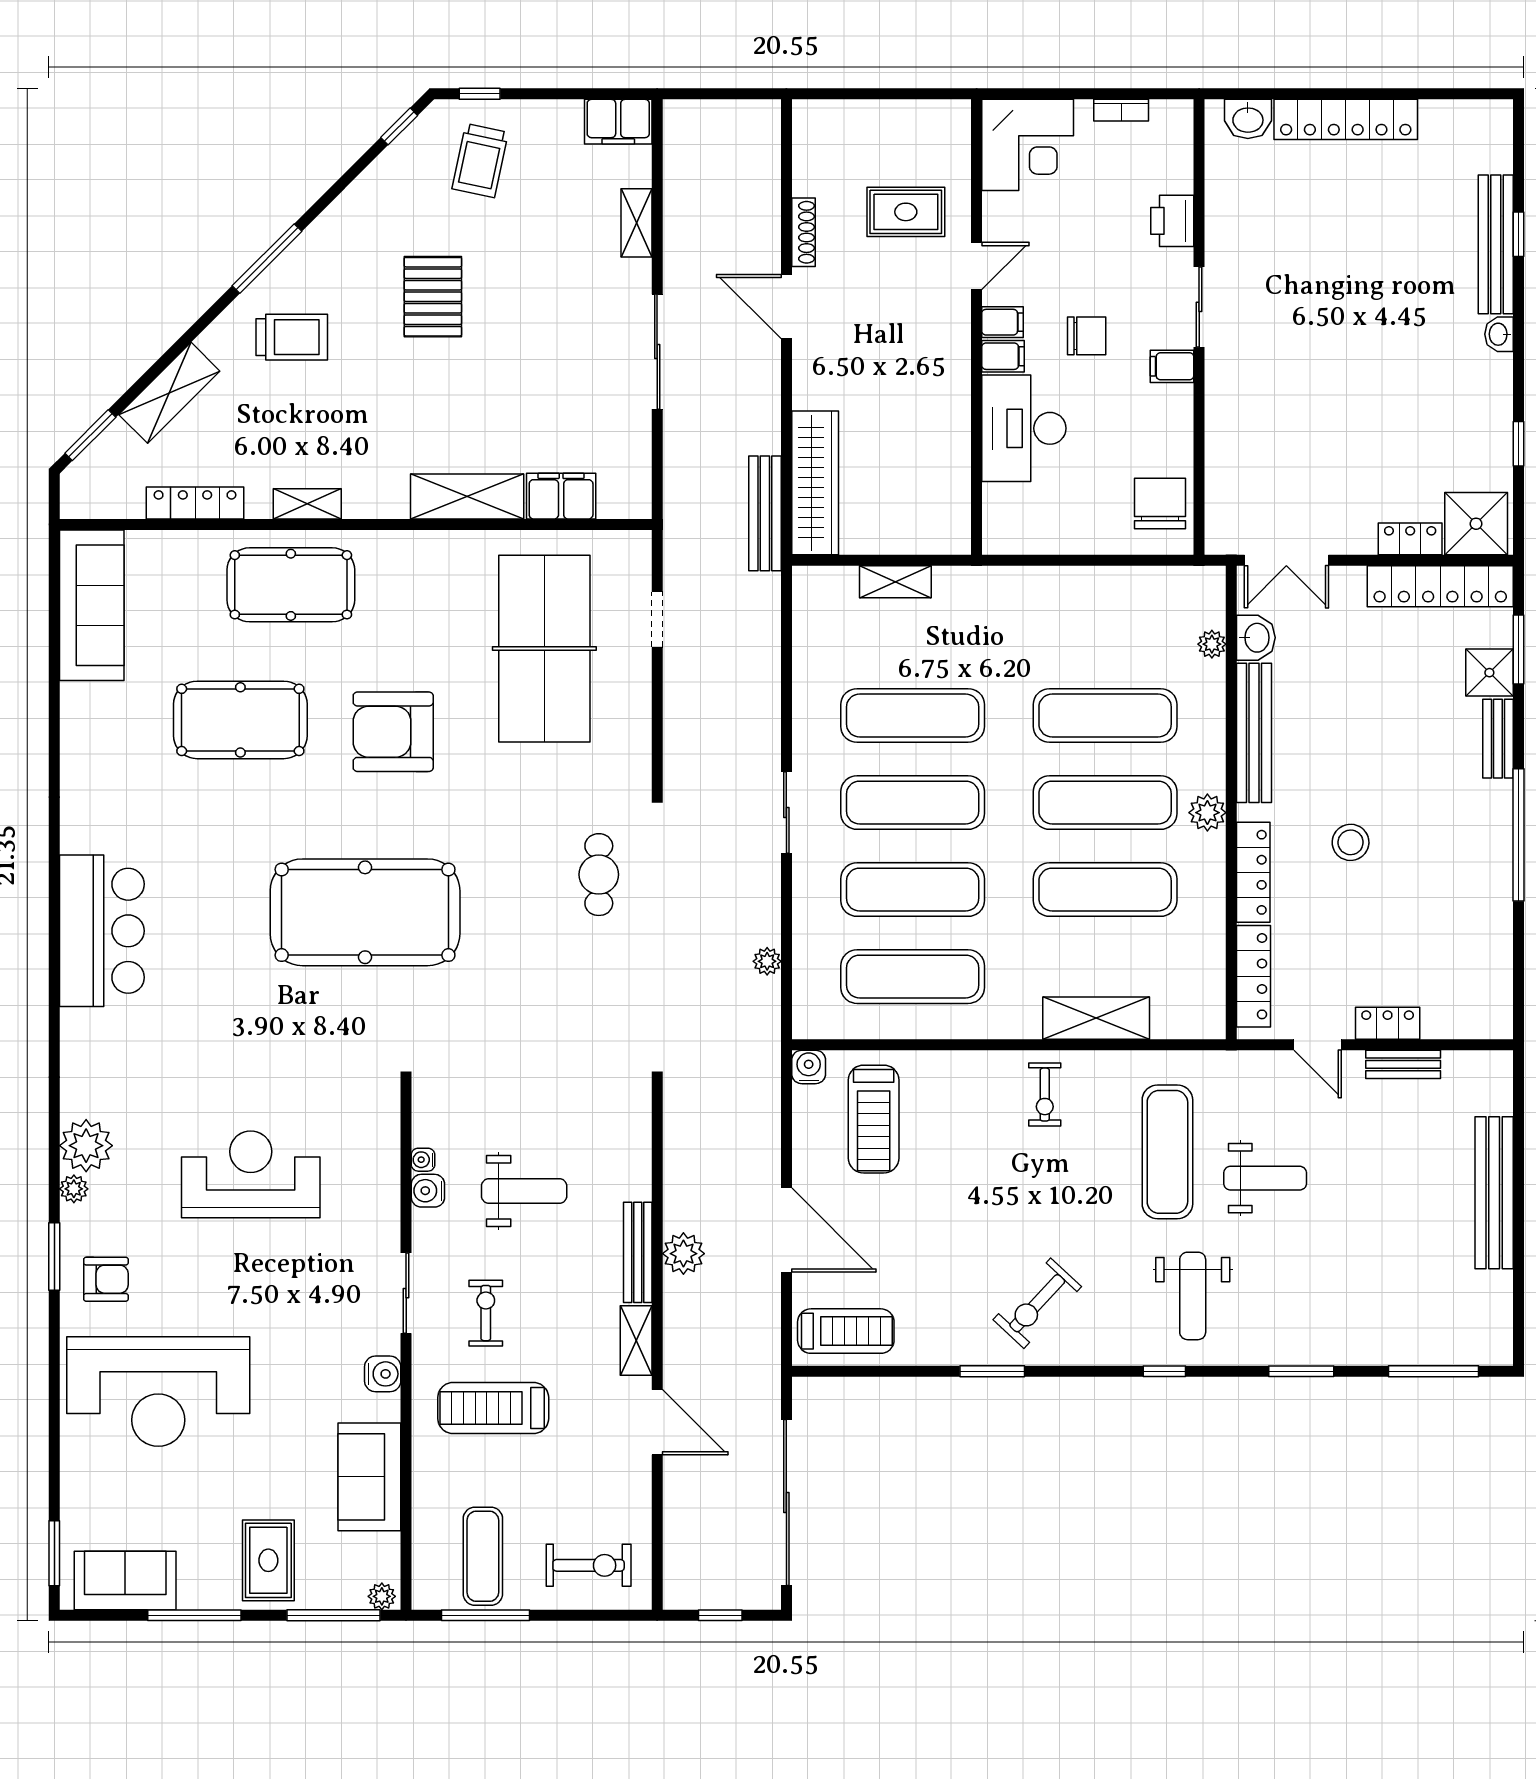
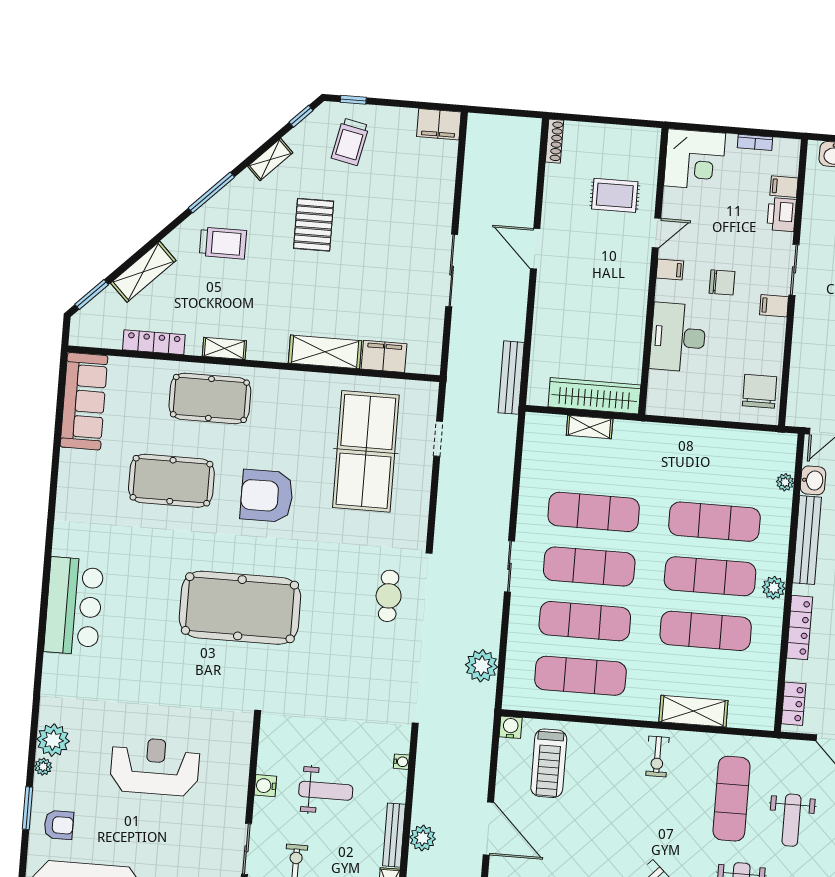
shelving: (636, 223) -> (270, 160), moved, turned 45
shoe rack: (803, 232) -> (554, 141), moved
filing cabinet: (1003, 356) -> (784, 187), moved, turned 180
wardrobe: (815, 483) -> (594, 396), moved, turned -90
plant: (767, 961) -> (482, 666), width x1.88, depth x1.88
locker: (1254, 976) -> (794, 704), width x0.66
water cooler: (423, 1160) -> (401, 762), moved, turned 180
weight bench: (1265, 1178) -> (791, 820), turned 90

